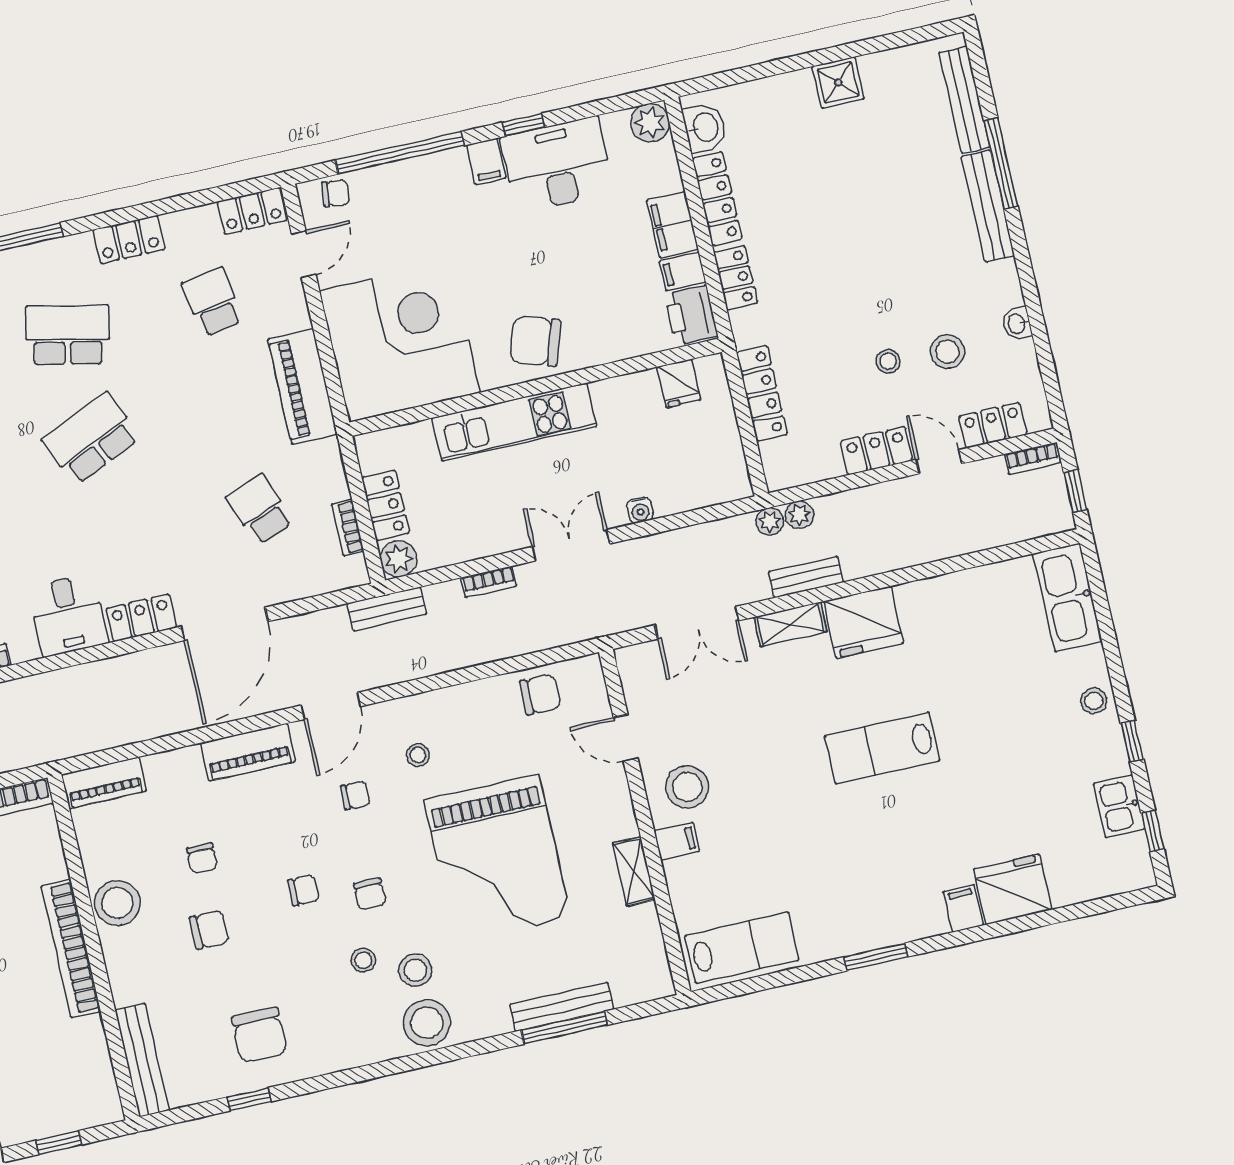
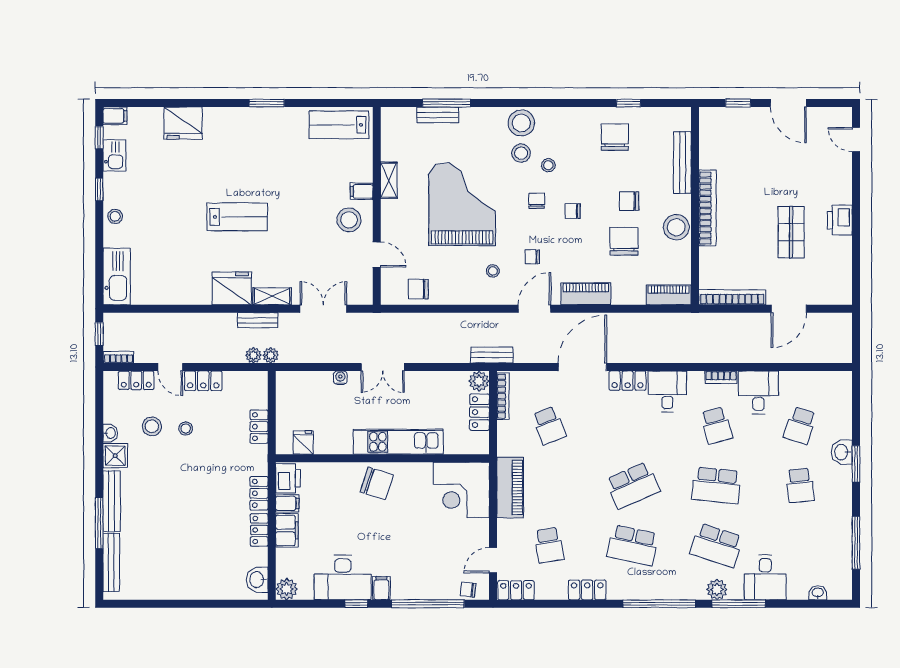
shower: (838, 82) -> (115, 456), moved
locker: (717, 199) -> (259, 530), width x0.66
corner desk: (400, 342) -> (461, 490), width x0.74, depth x0.74
locker: (762, 393) -> (259, 427), width x0.66
bookcase: (348, 528) -> (503, 396), width x1.56
bookcase: (489, 582) -> (432, 357), removed
chair: (202, 858) -> (624, 241), width x1.87, depth x1.87
filing cabinet: (963, 908) -> (115, 116), moved, turned -90
bench: (562, 1007) -> (438, 115), width x0.73
bench: (142, 1060) -> (682, 162), moved

